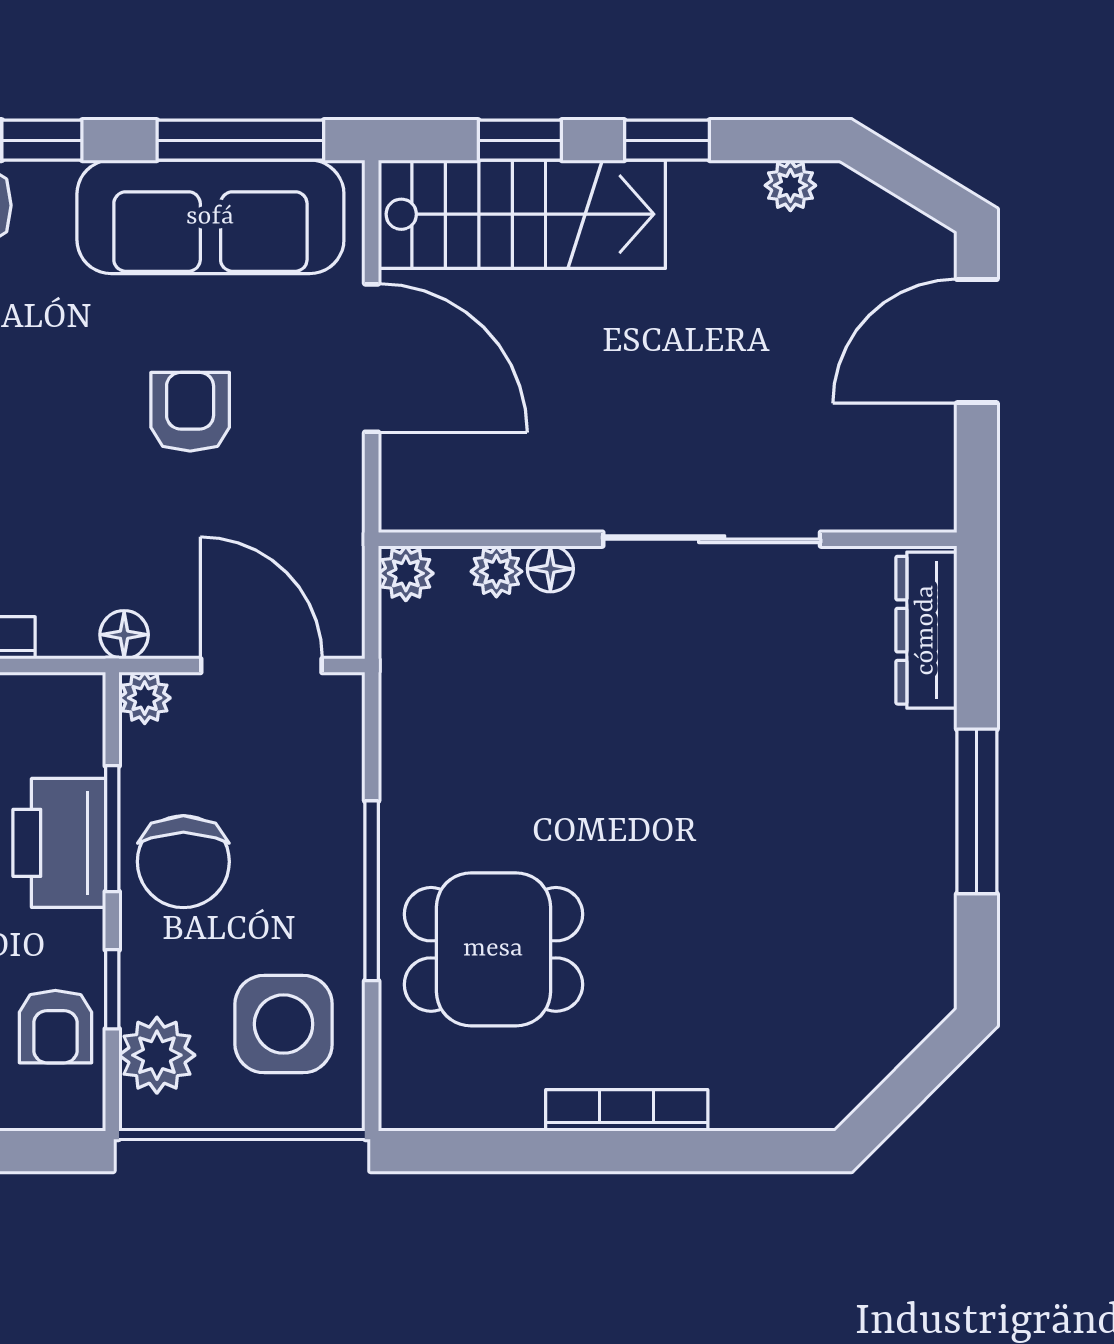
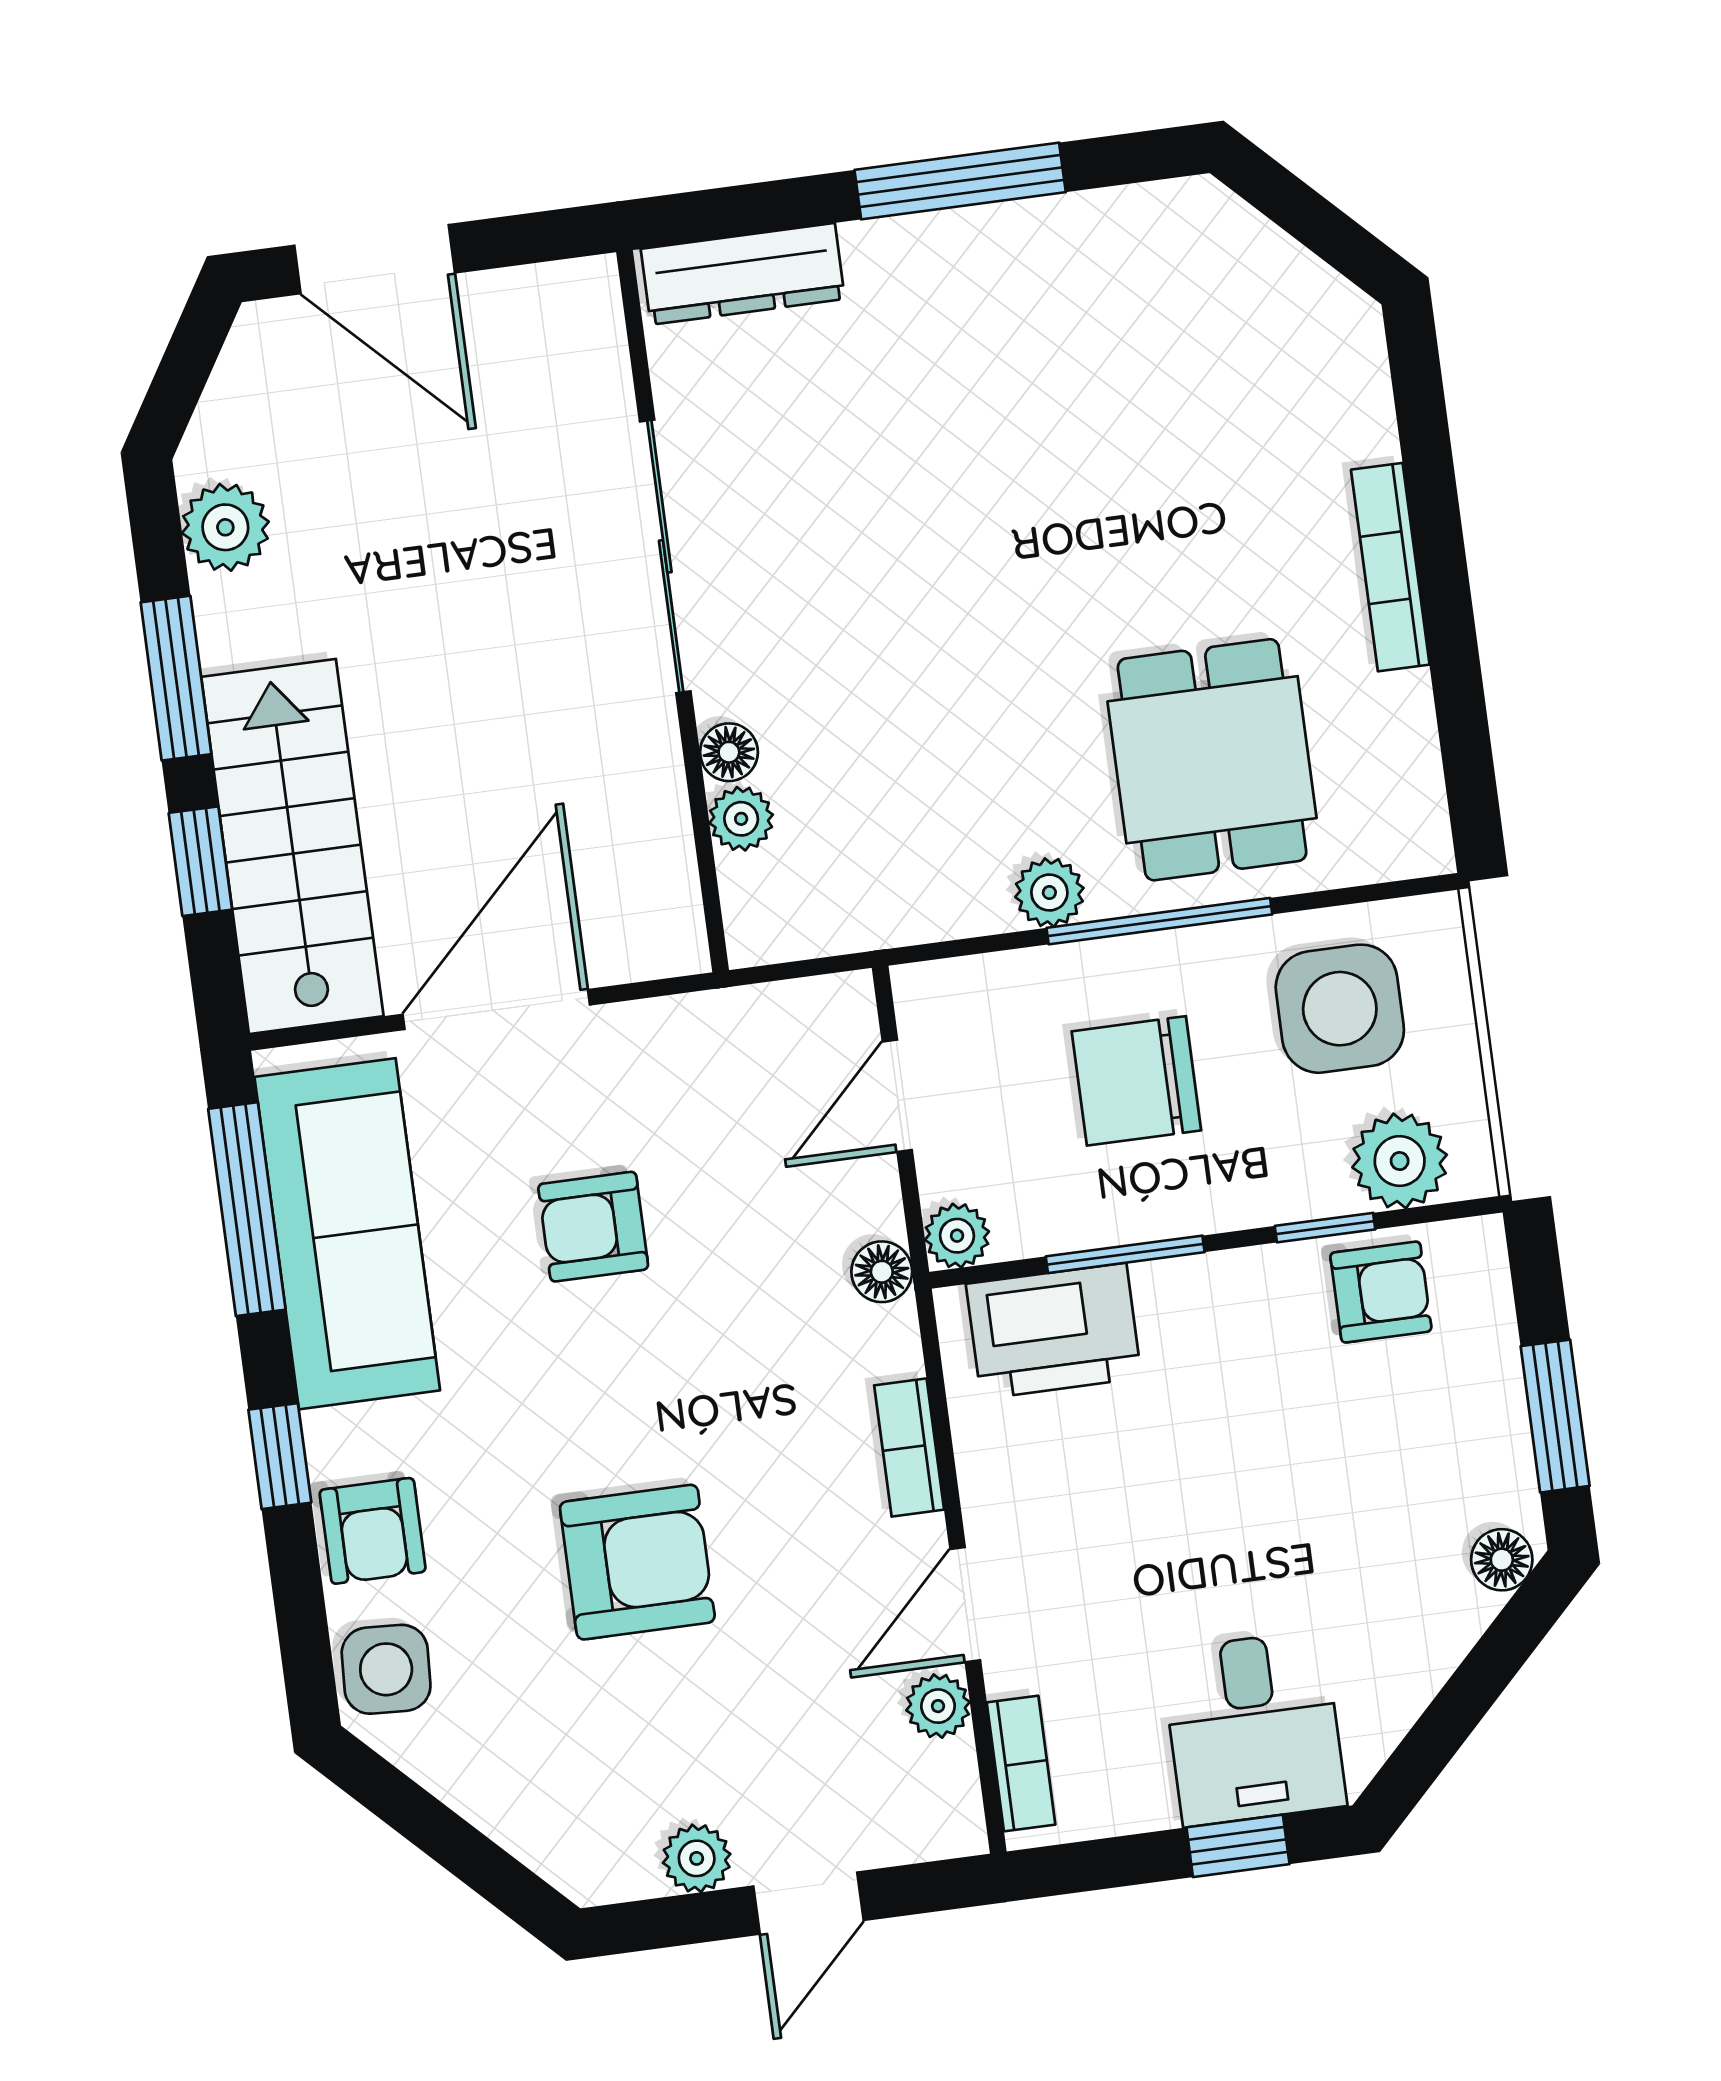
window: (667, 140) -> (176, 678), width x1.50
plant: (790, 185) -> (225, 527), width x1.38, depth x1.38
plant: (406, 573) -> (1049, 893), moved
door: (261, 666) -> (897, 1096), width x0.73
printer: (59, 843) -> (1054, 1331), moved
chair: (183, 862) -> (1136, 1081), moved, turned 180

